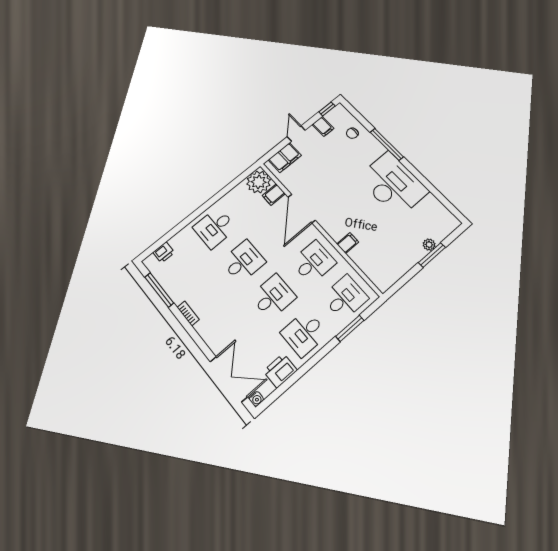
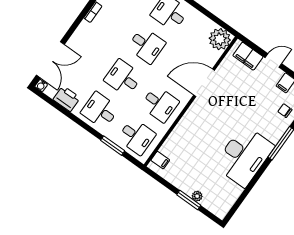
filing cabinet: (274, 195) -> (211, 55), removed
filing cabinet: (348, 243) -> (160, 160), moved
desk: (273, 297) -> (123, 78), turned 180

